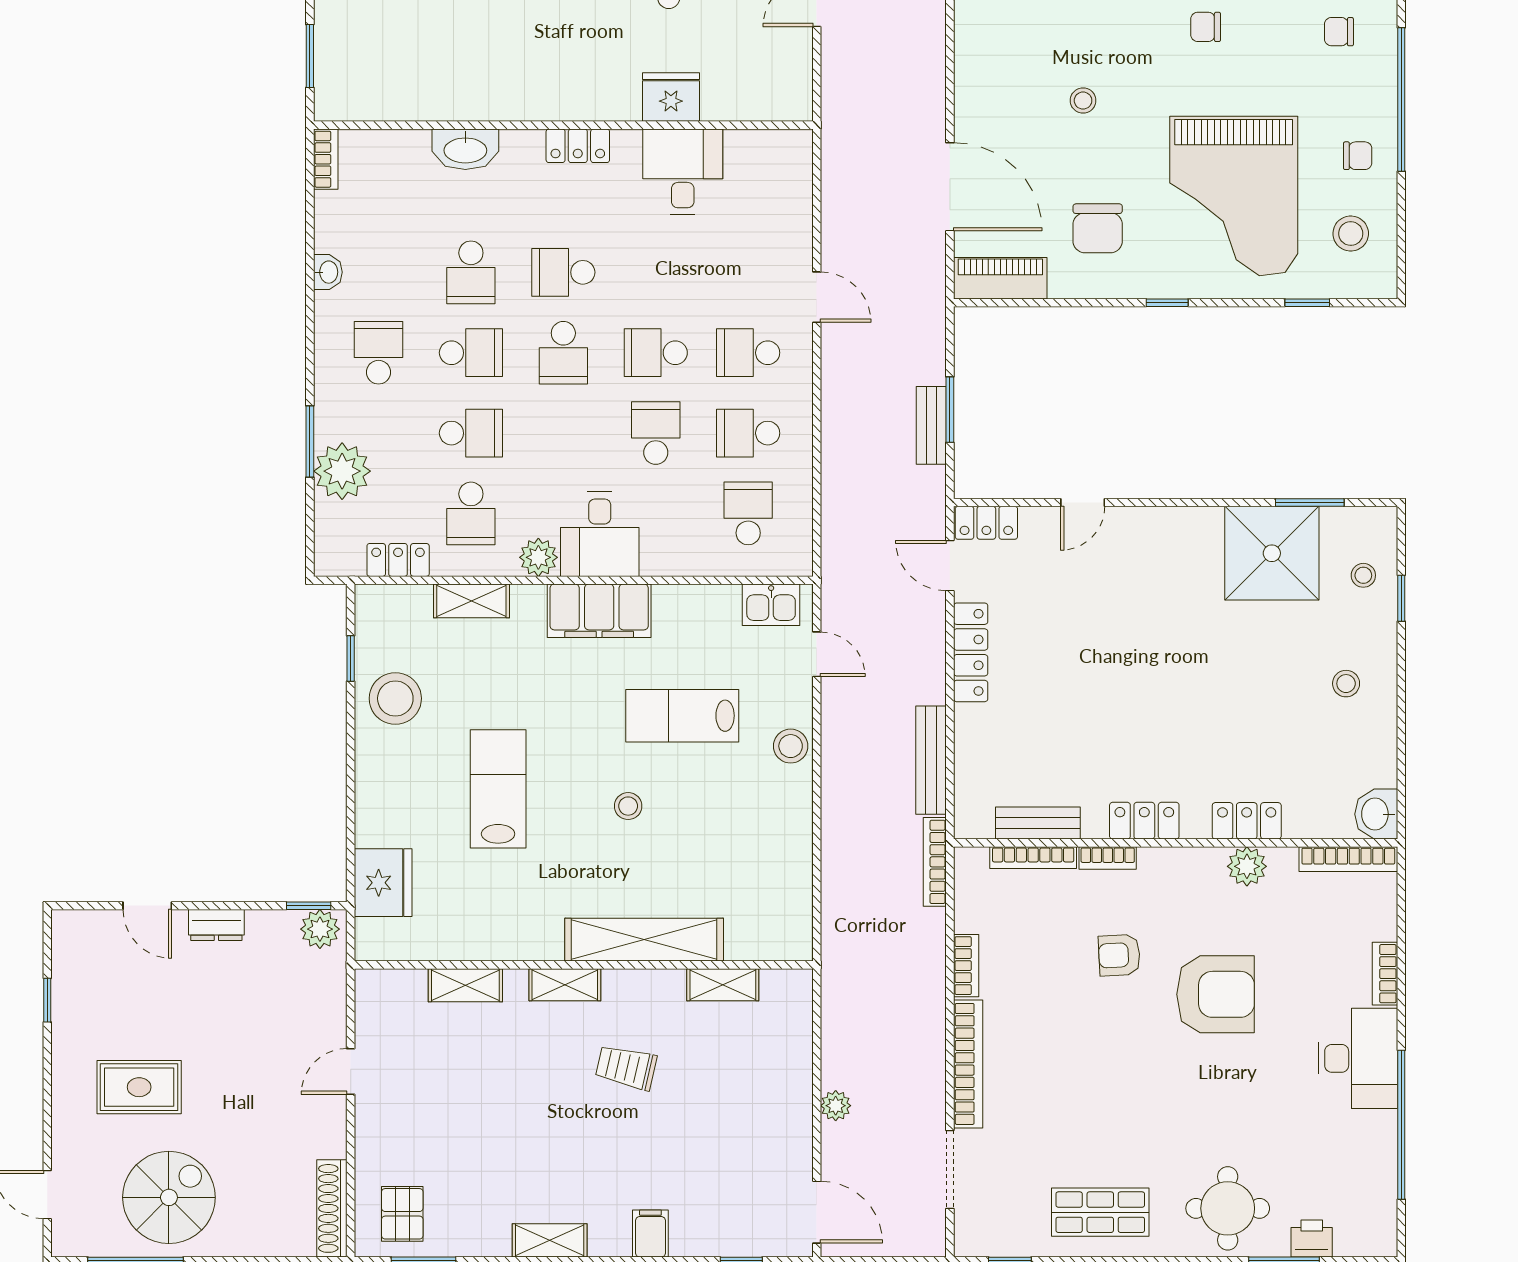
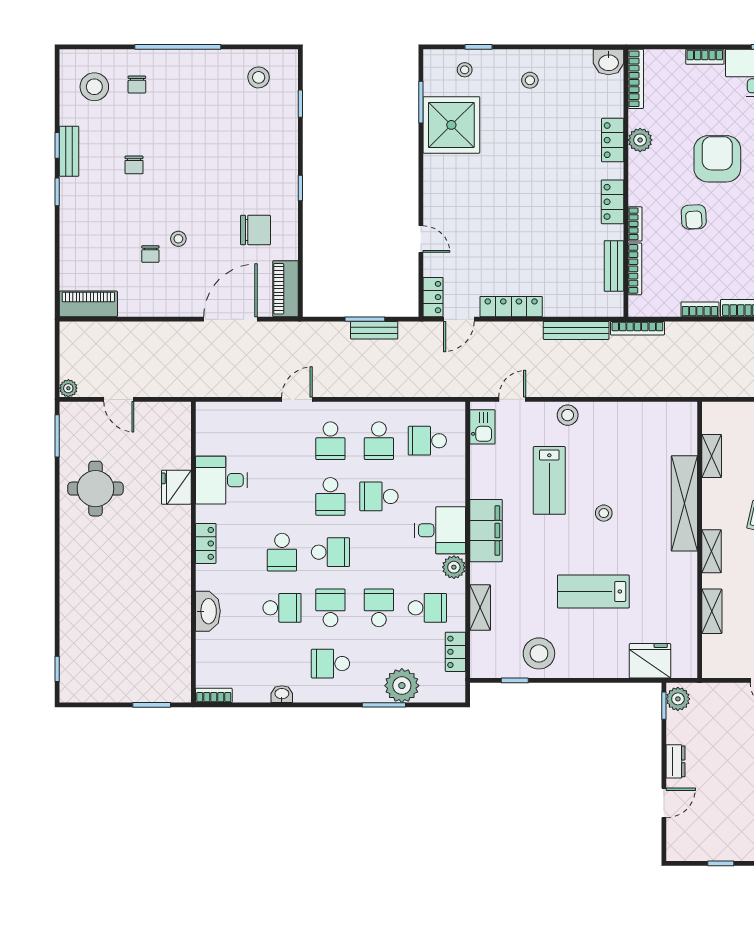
chair: (1358, 156) -> (150, 254), moved, turned 180
grand piano: (1234, 196) -> (236, 148), removed

